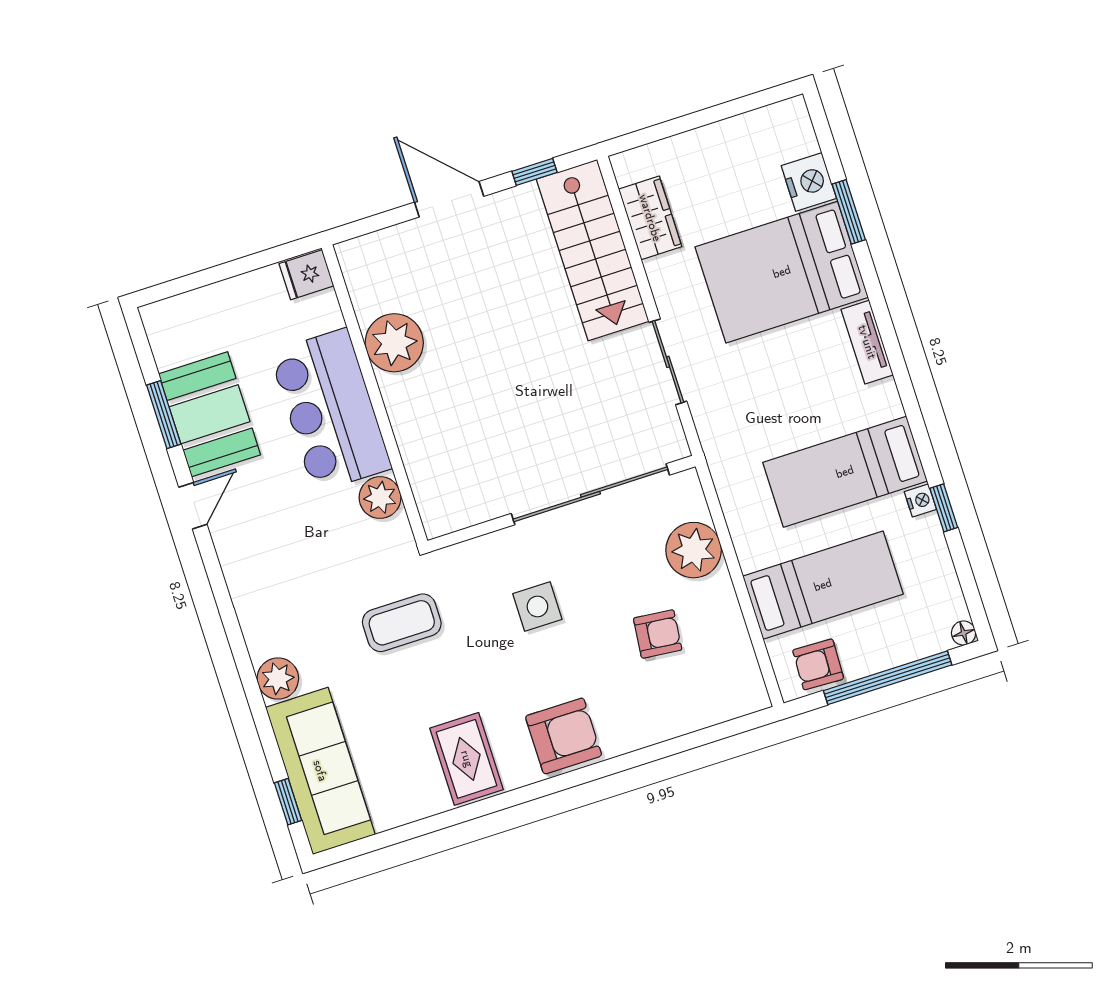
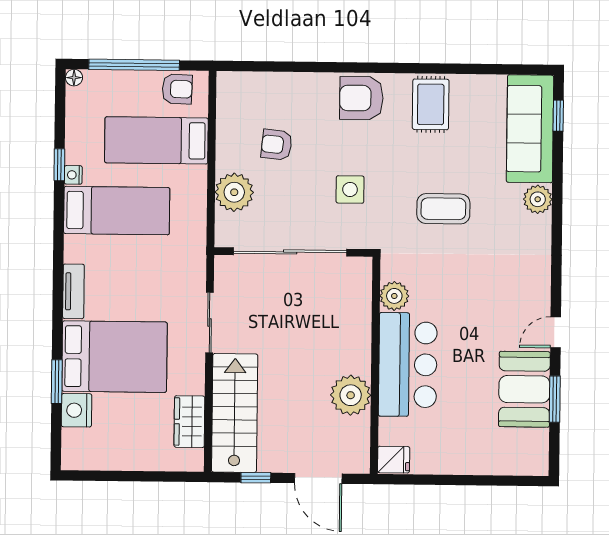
fridge: (306, 275) -> (394, 460), moved
plant: (394, 343) -> (351, 395), moved
wall: (375, 394) -> (375, 365), moved
bar counter: (331, 410) -> (408, 365), moved
plant: (380, 498) -> (394, 296), moved

